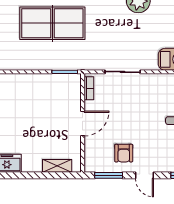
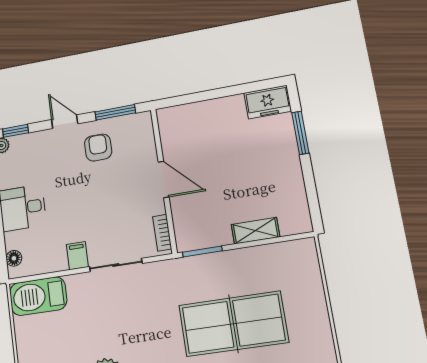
filing cabinet: (148, 82) -> (77, 256), added
door: (83, 123) -> (164, 179), swing flipped
shelving: (57, 166) -> (255, 231), moved

